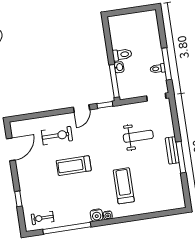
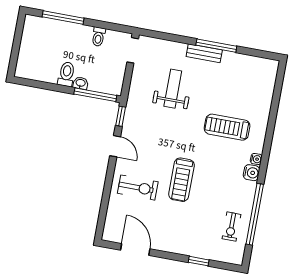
window: (167, 64) -> (63, 18), moved
exercise bike: (57, 136) -> (138, 188), turned 90
exercise bike: (43, 218) -> (231, 227), moved

